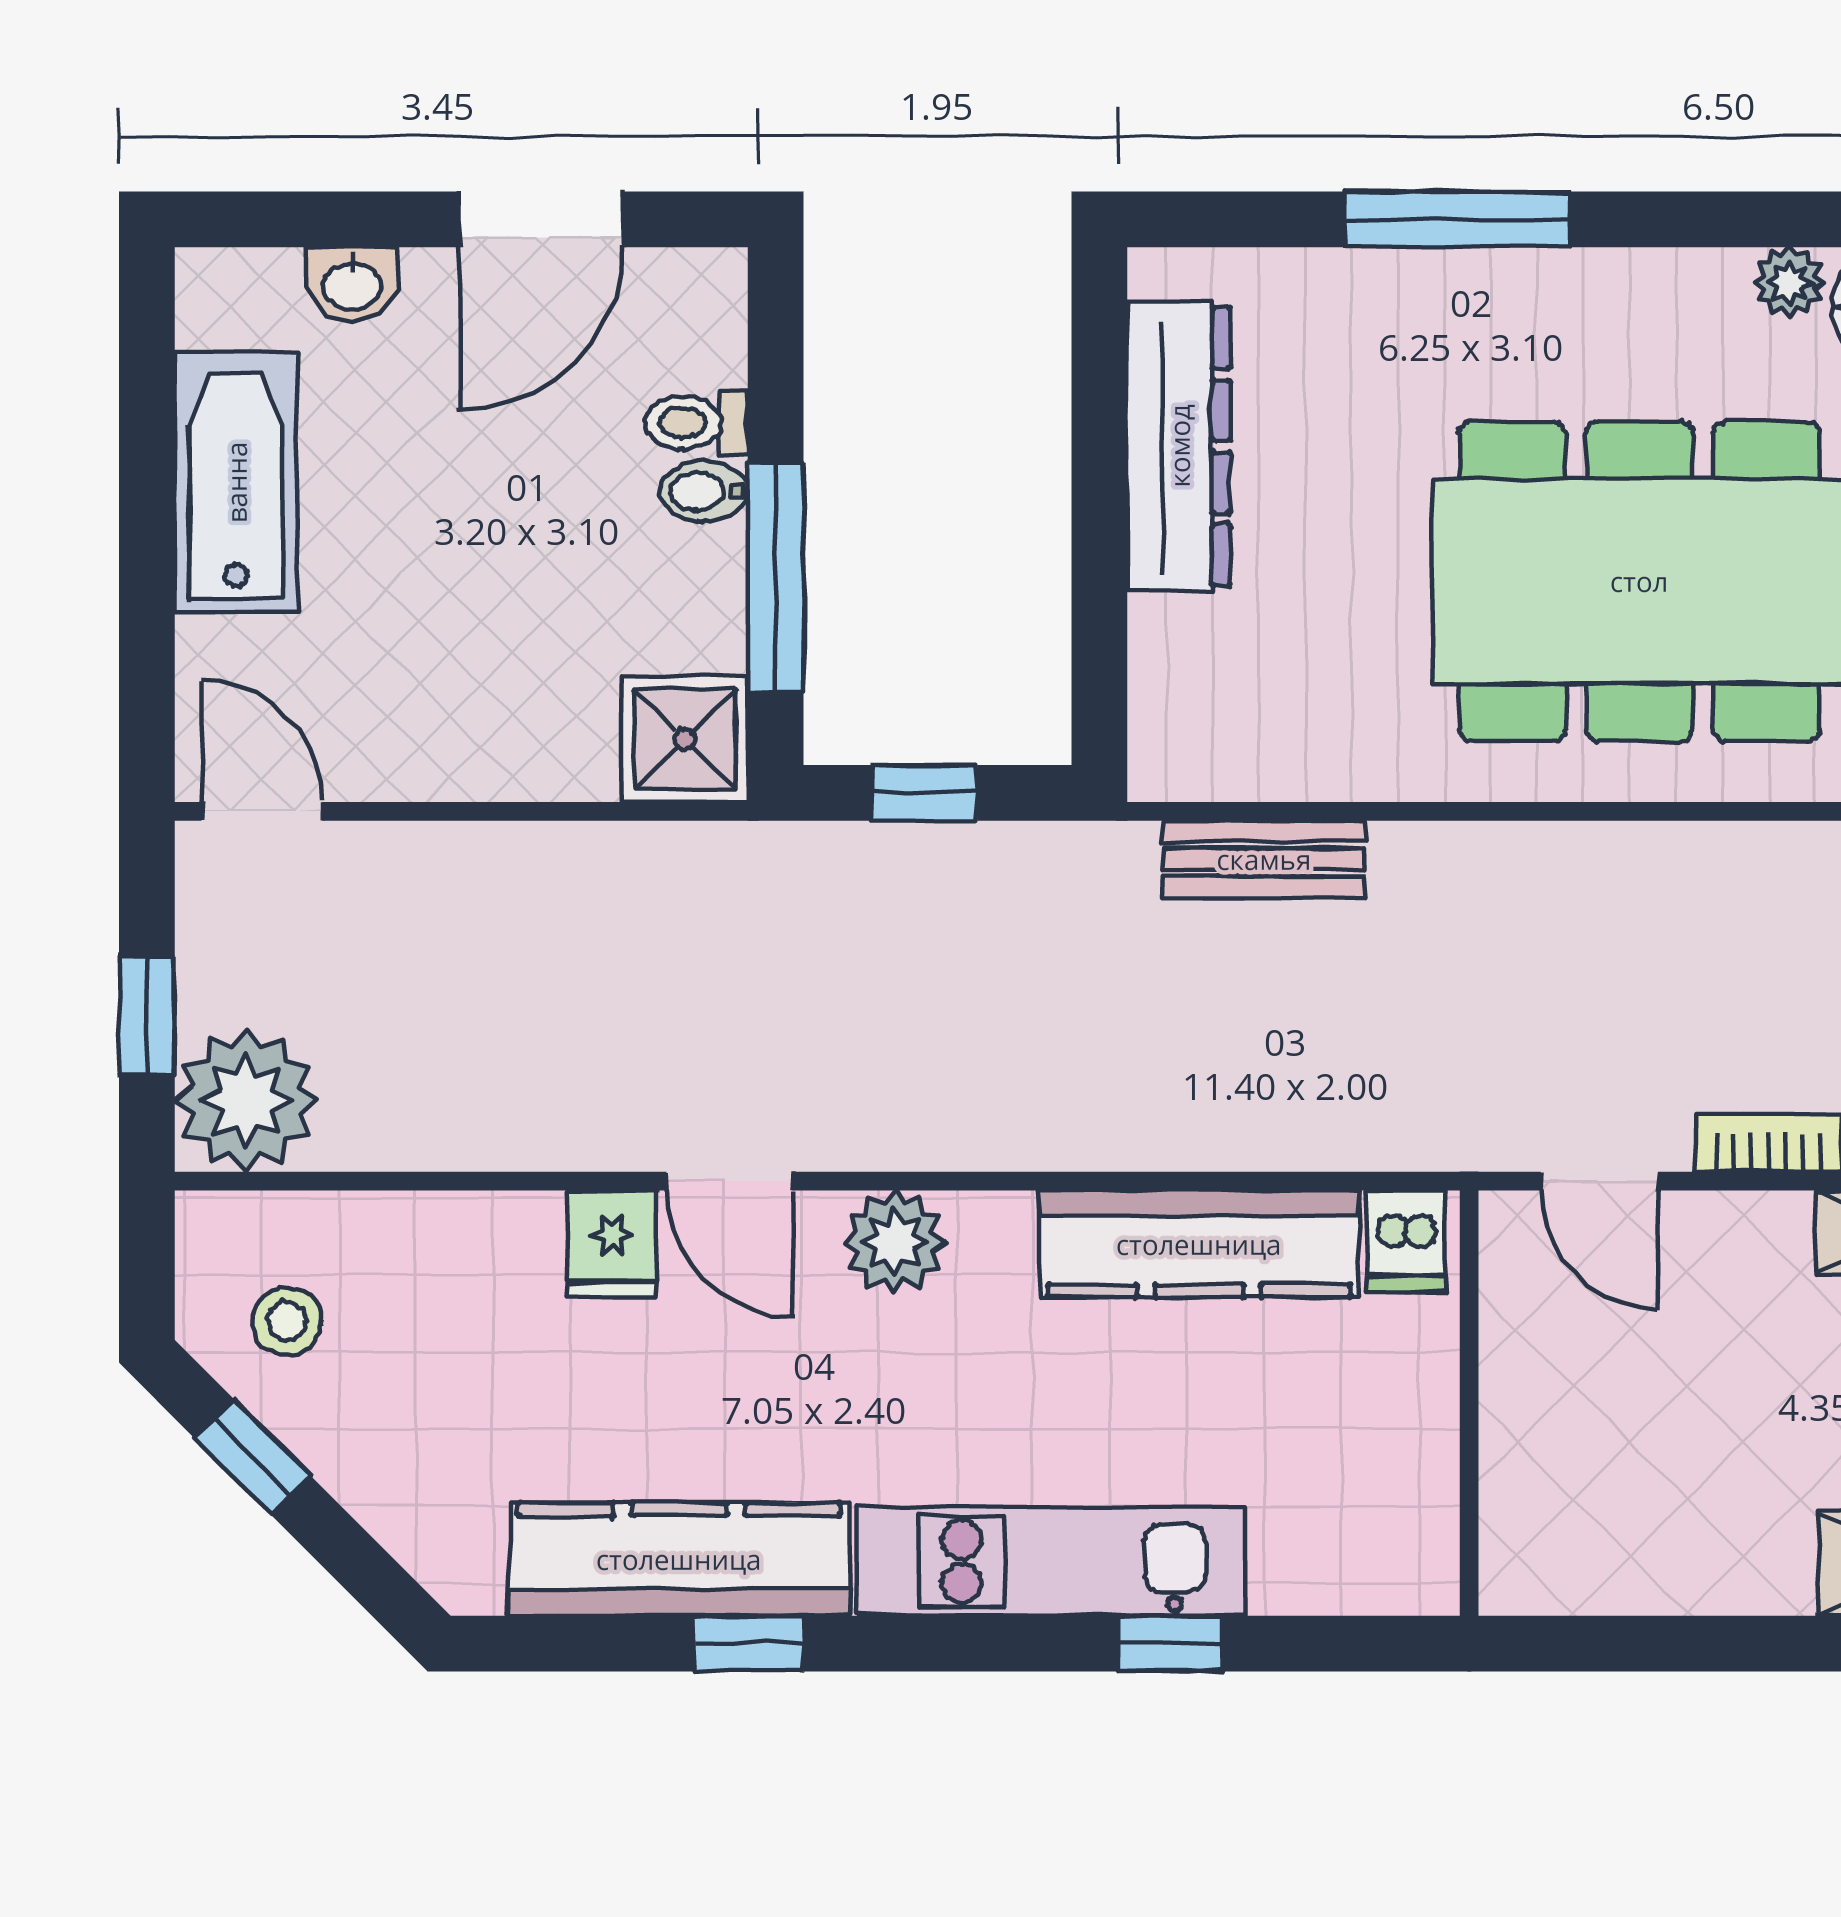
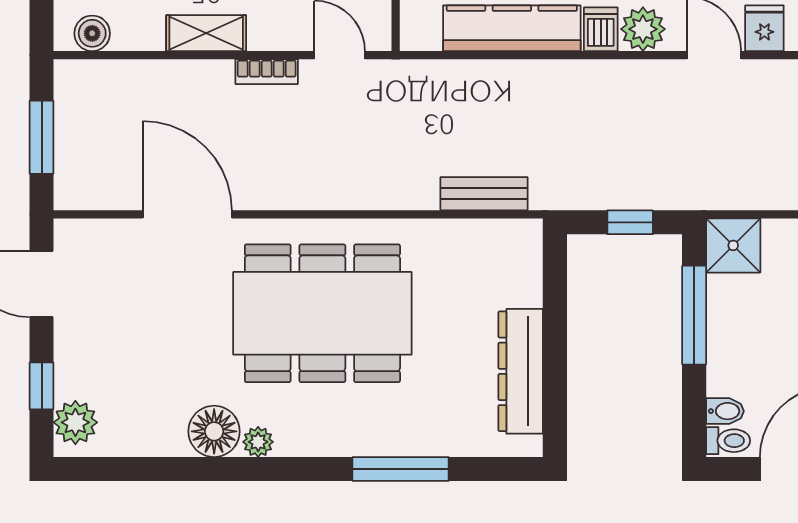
toilet: (697, 423) -> (728, 441), moved
bidet: (704, 492) -> (725, 411), moved
dishwasher: (1406, 1241) -> (601, 29), moved

